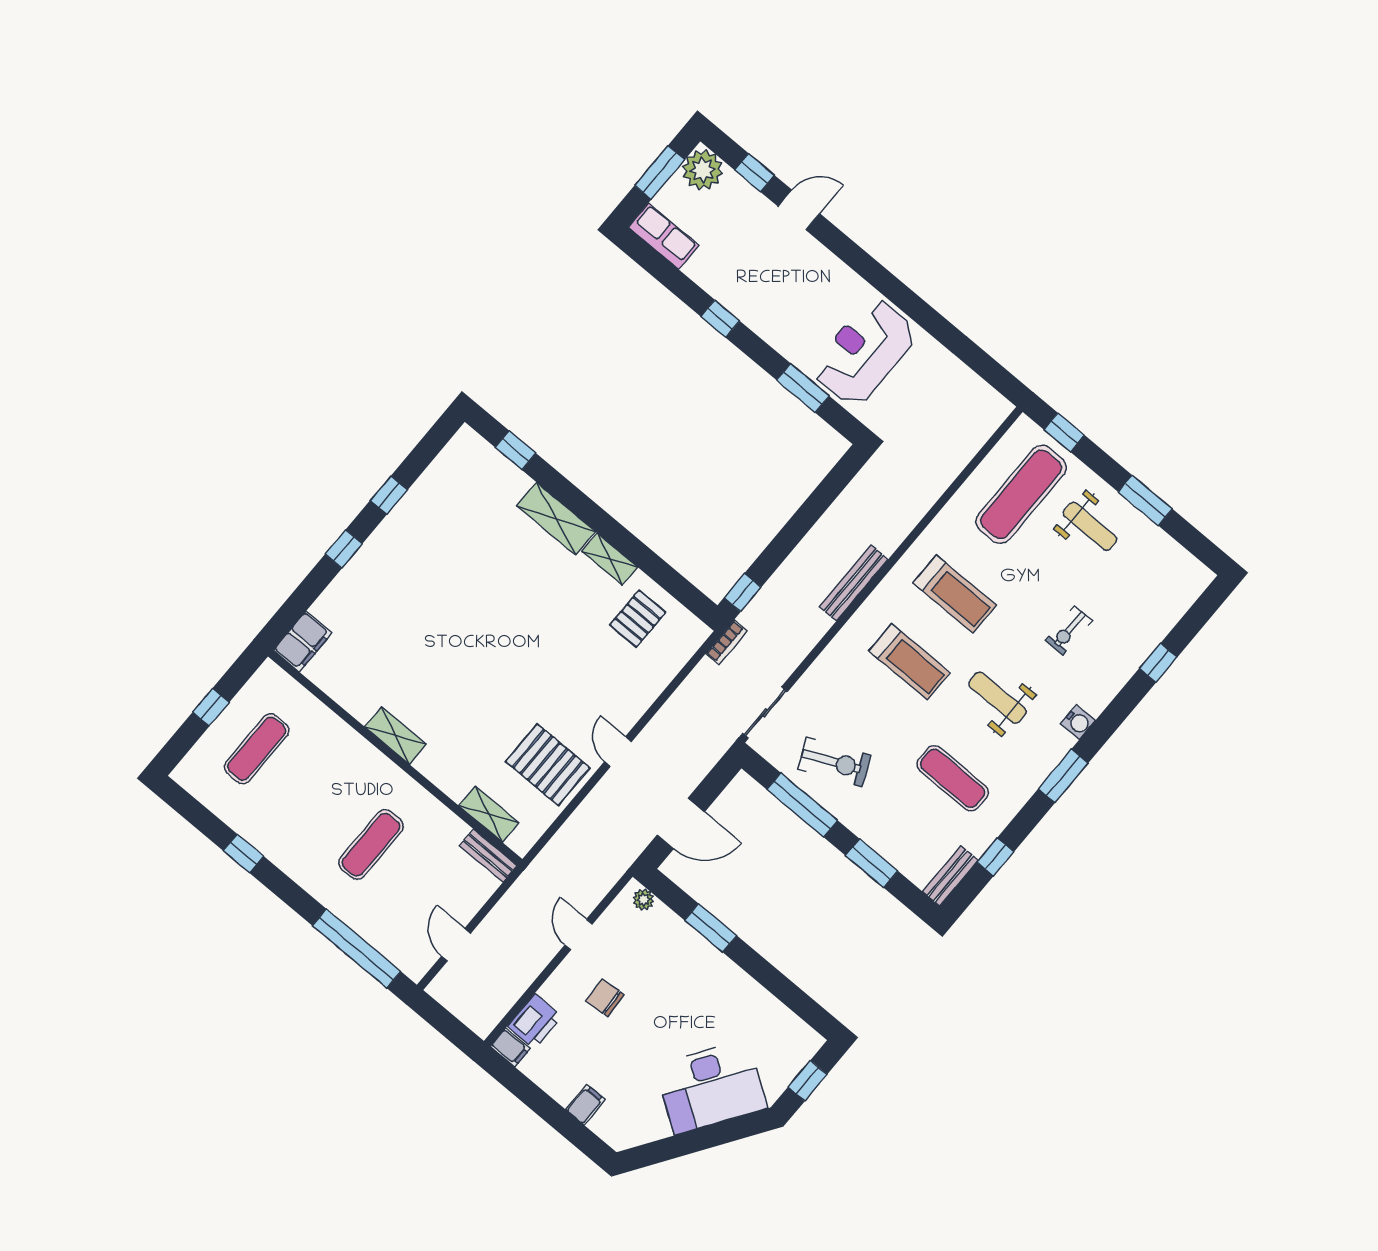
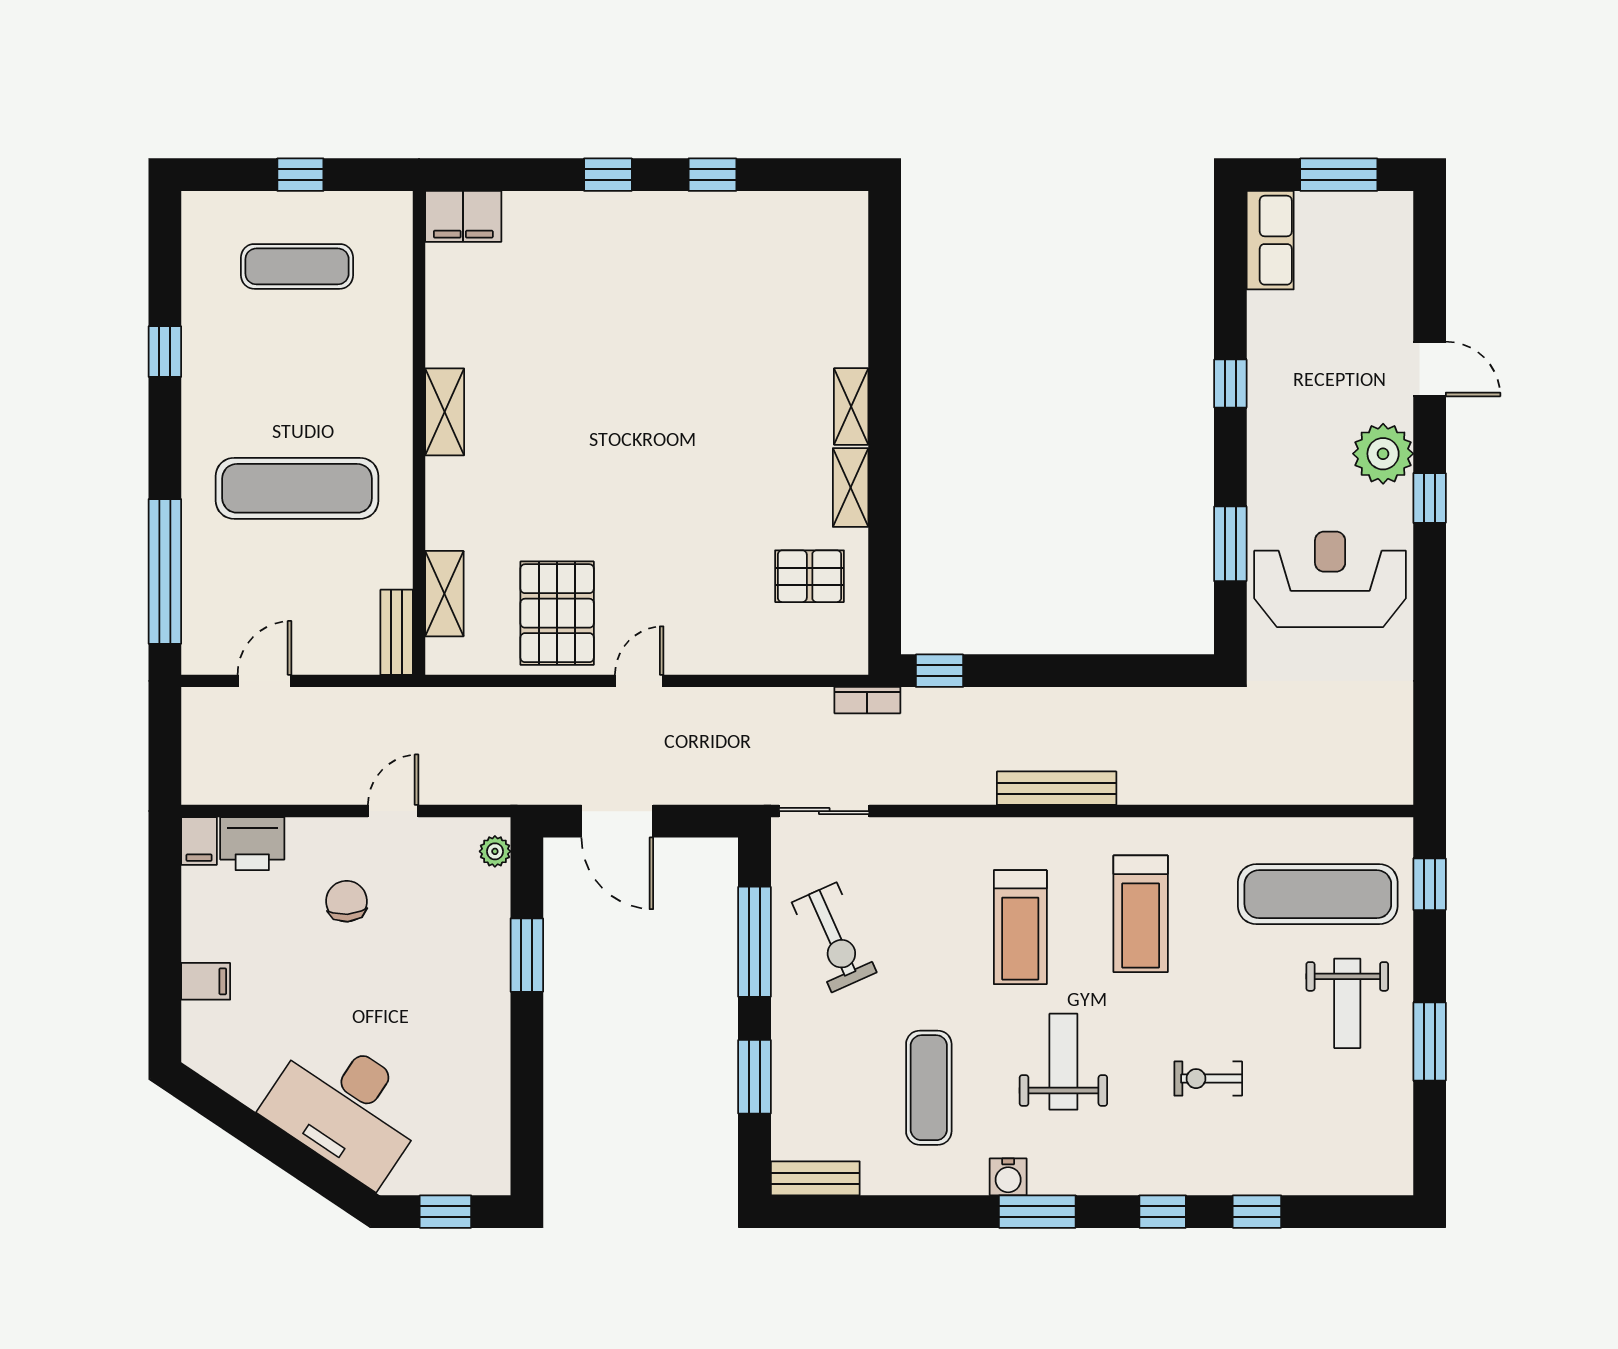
plant: (703, 170) -> (1383, 454), moved
window: (755, 173) -> (1430, 498), moved
window: (516, 450) -> (885, 276), removed
shelving: (556, 519) -> (851, 406), width x0.67, depth x0.75
water cooler: (1078, 722) -> (1008, 1177), moved
exercise mat: (371, 845) -> (297, 488), width x1.36, depth x1.45
window: (995, 857) -> (1163, 1212), moved

